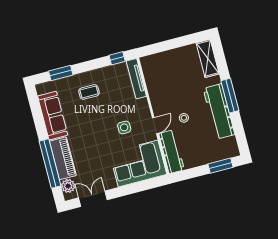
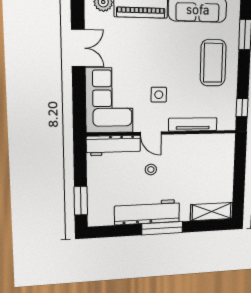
tv unit: (136, 79) -> (193, 124), moved
coffee table: (89, 92) -> (213, 63), width x1.86, depth x1.72
double door: (93, 199) -> (78, 48), moved

